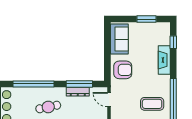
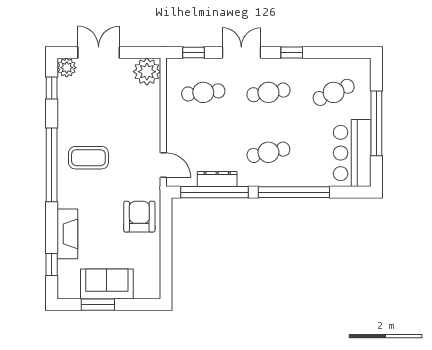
sofa: (119, 39) -> (107, 284), moved, turned 90
armchair: (123, 70) -> (139, 217), turned 90
window: (79, 84) -> (214, 192), width x1.46

